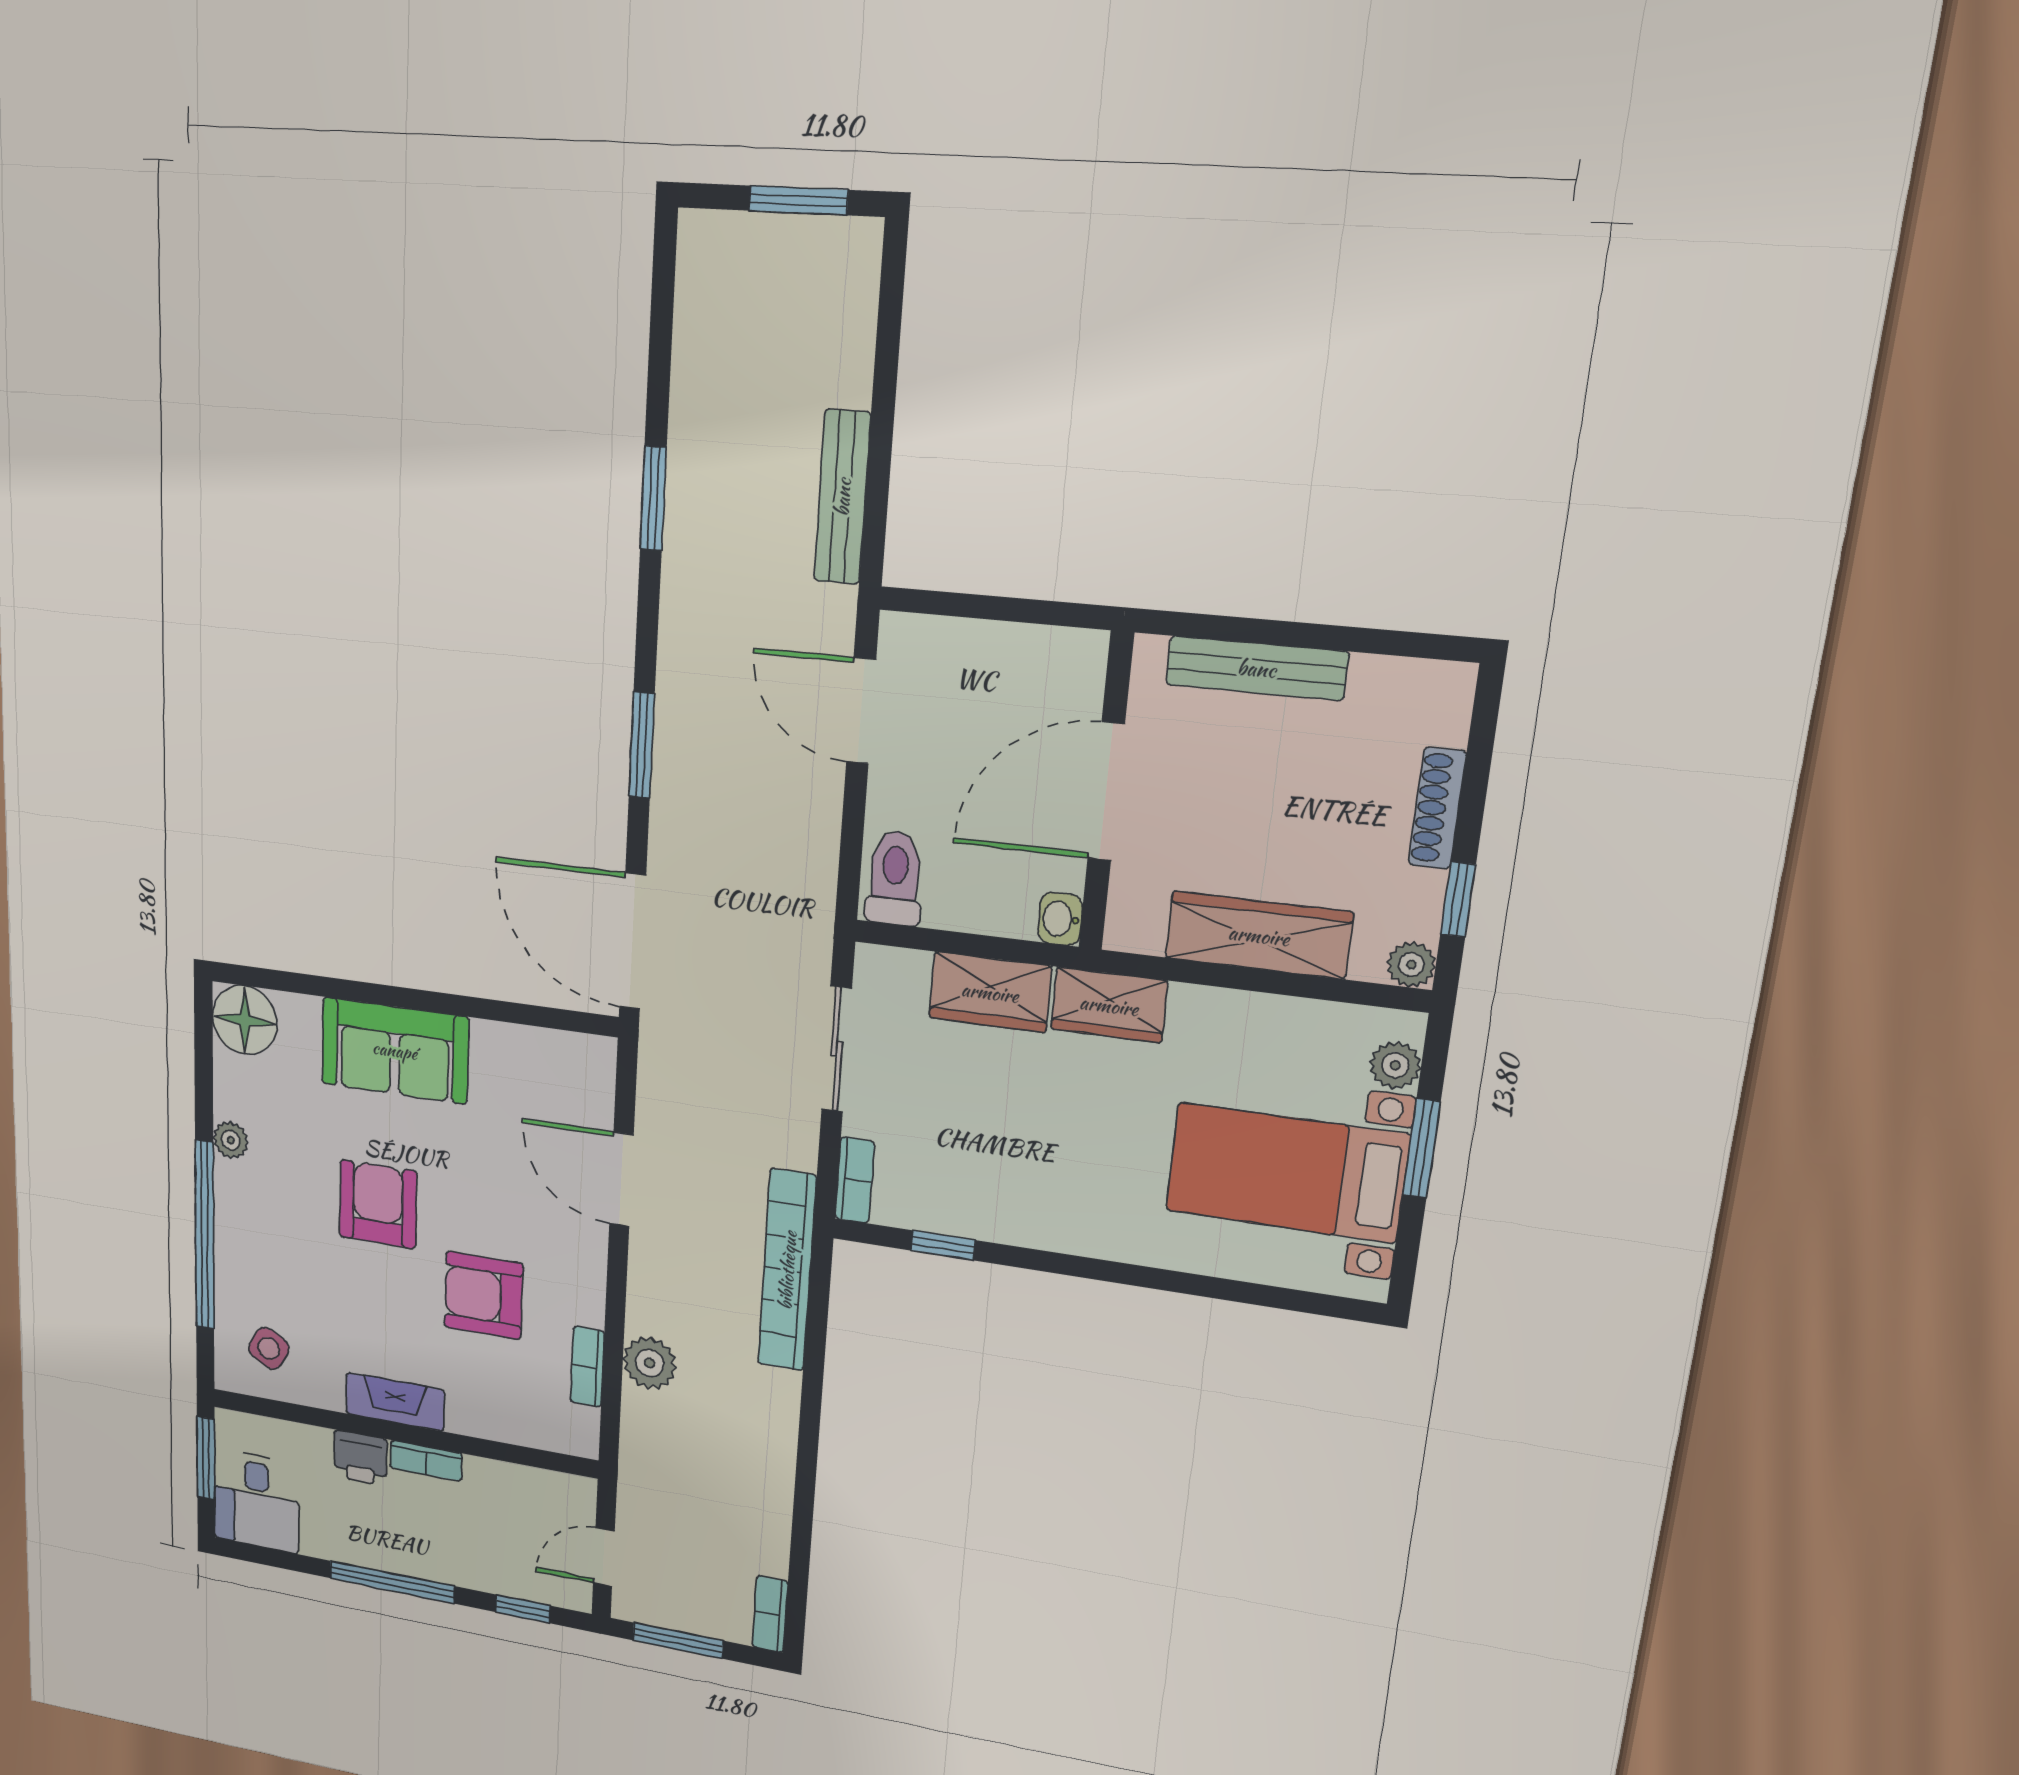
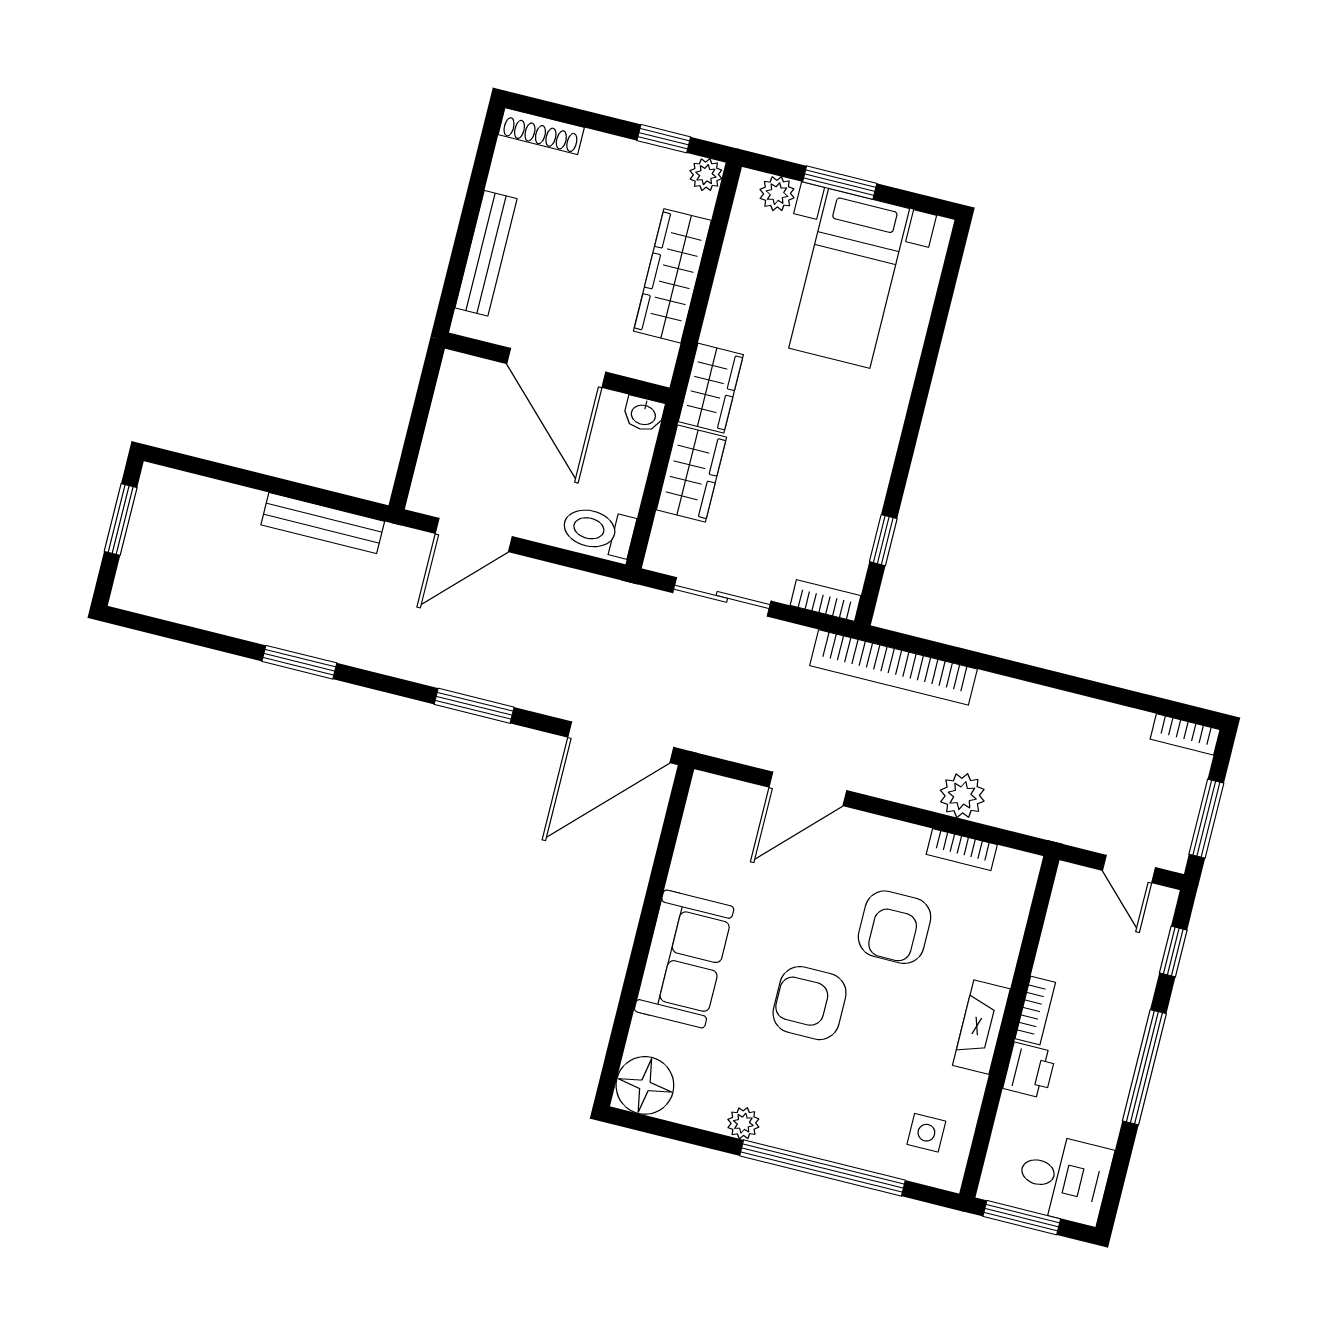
shoe rack: (1437, 808) -> (541, 131), moved
side table: (269, 1348) -> (926, 1133), turned -30

